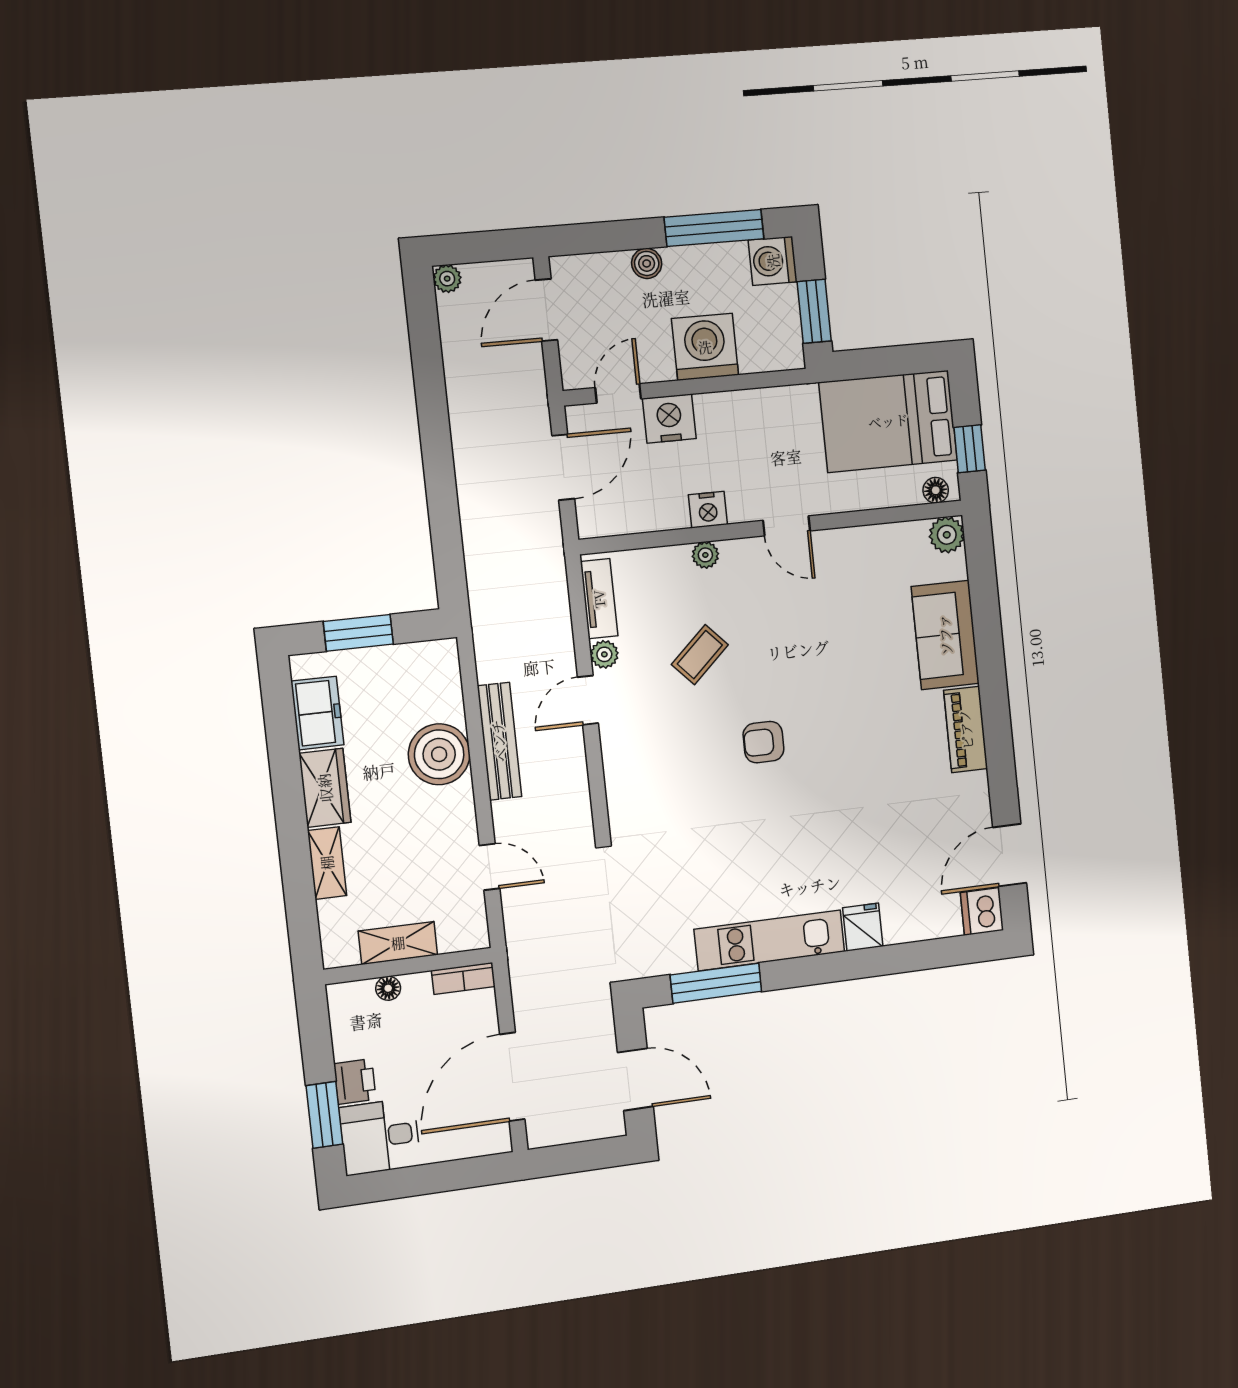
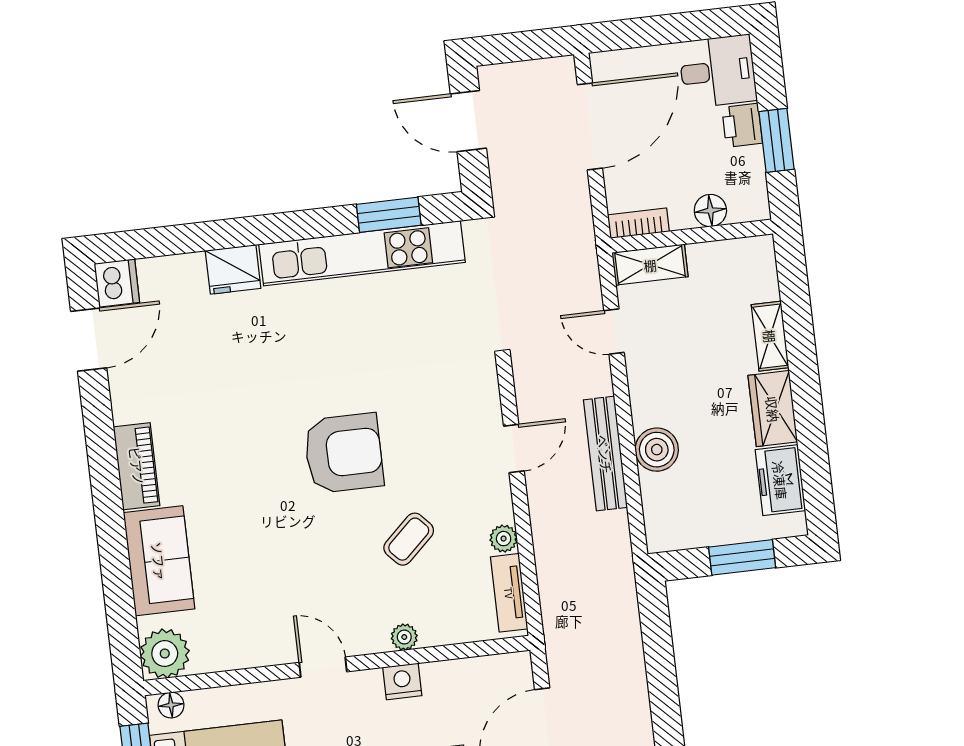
plant: (947, 535) -> (165, 654), width x1.36, depth x1.36
door: (588, 700) -> (514, 449), moved
armchair: (764, 742) -> (344, 453), width x1.88, depth x1.88
boiler: (439, 754) -> (657, 450), width x0.73, depth x0.73
fridge: (863, 927) -> (233, 269), width x1.38
kitchen unit: (770, 940) -> (362, 253), width x1.36
shelving: (398, 943) -> (650, 265), moved
window: (716, 983) -> (389, 215), width x0.69
floor lamp: (388, 988) -> (710, 211), width x1.37, depth x1.37
window: (324, 1115) -> (776, 140), moved

